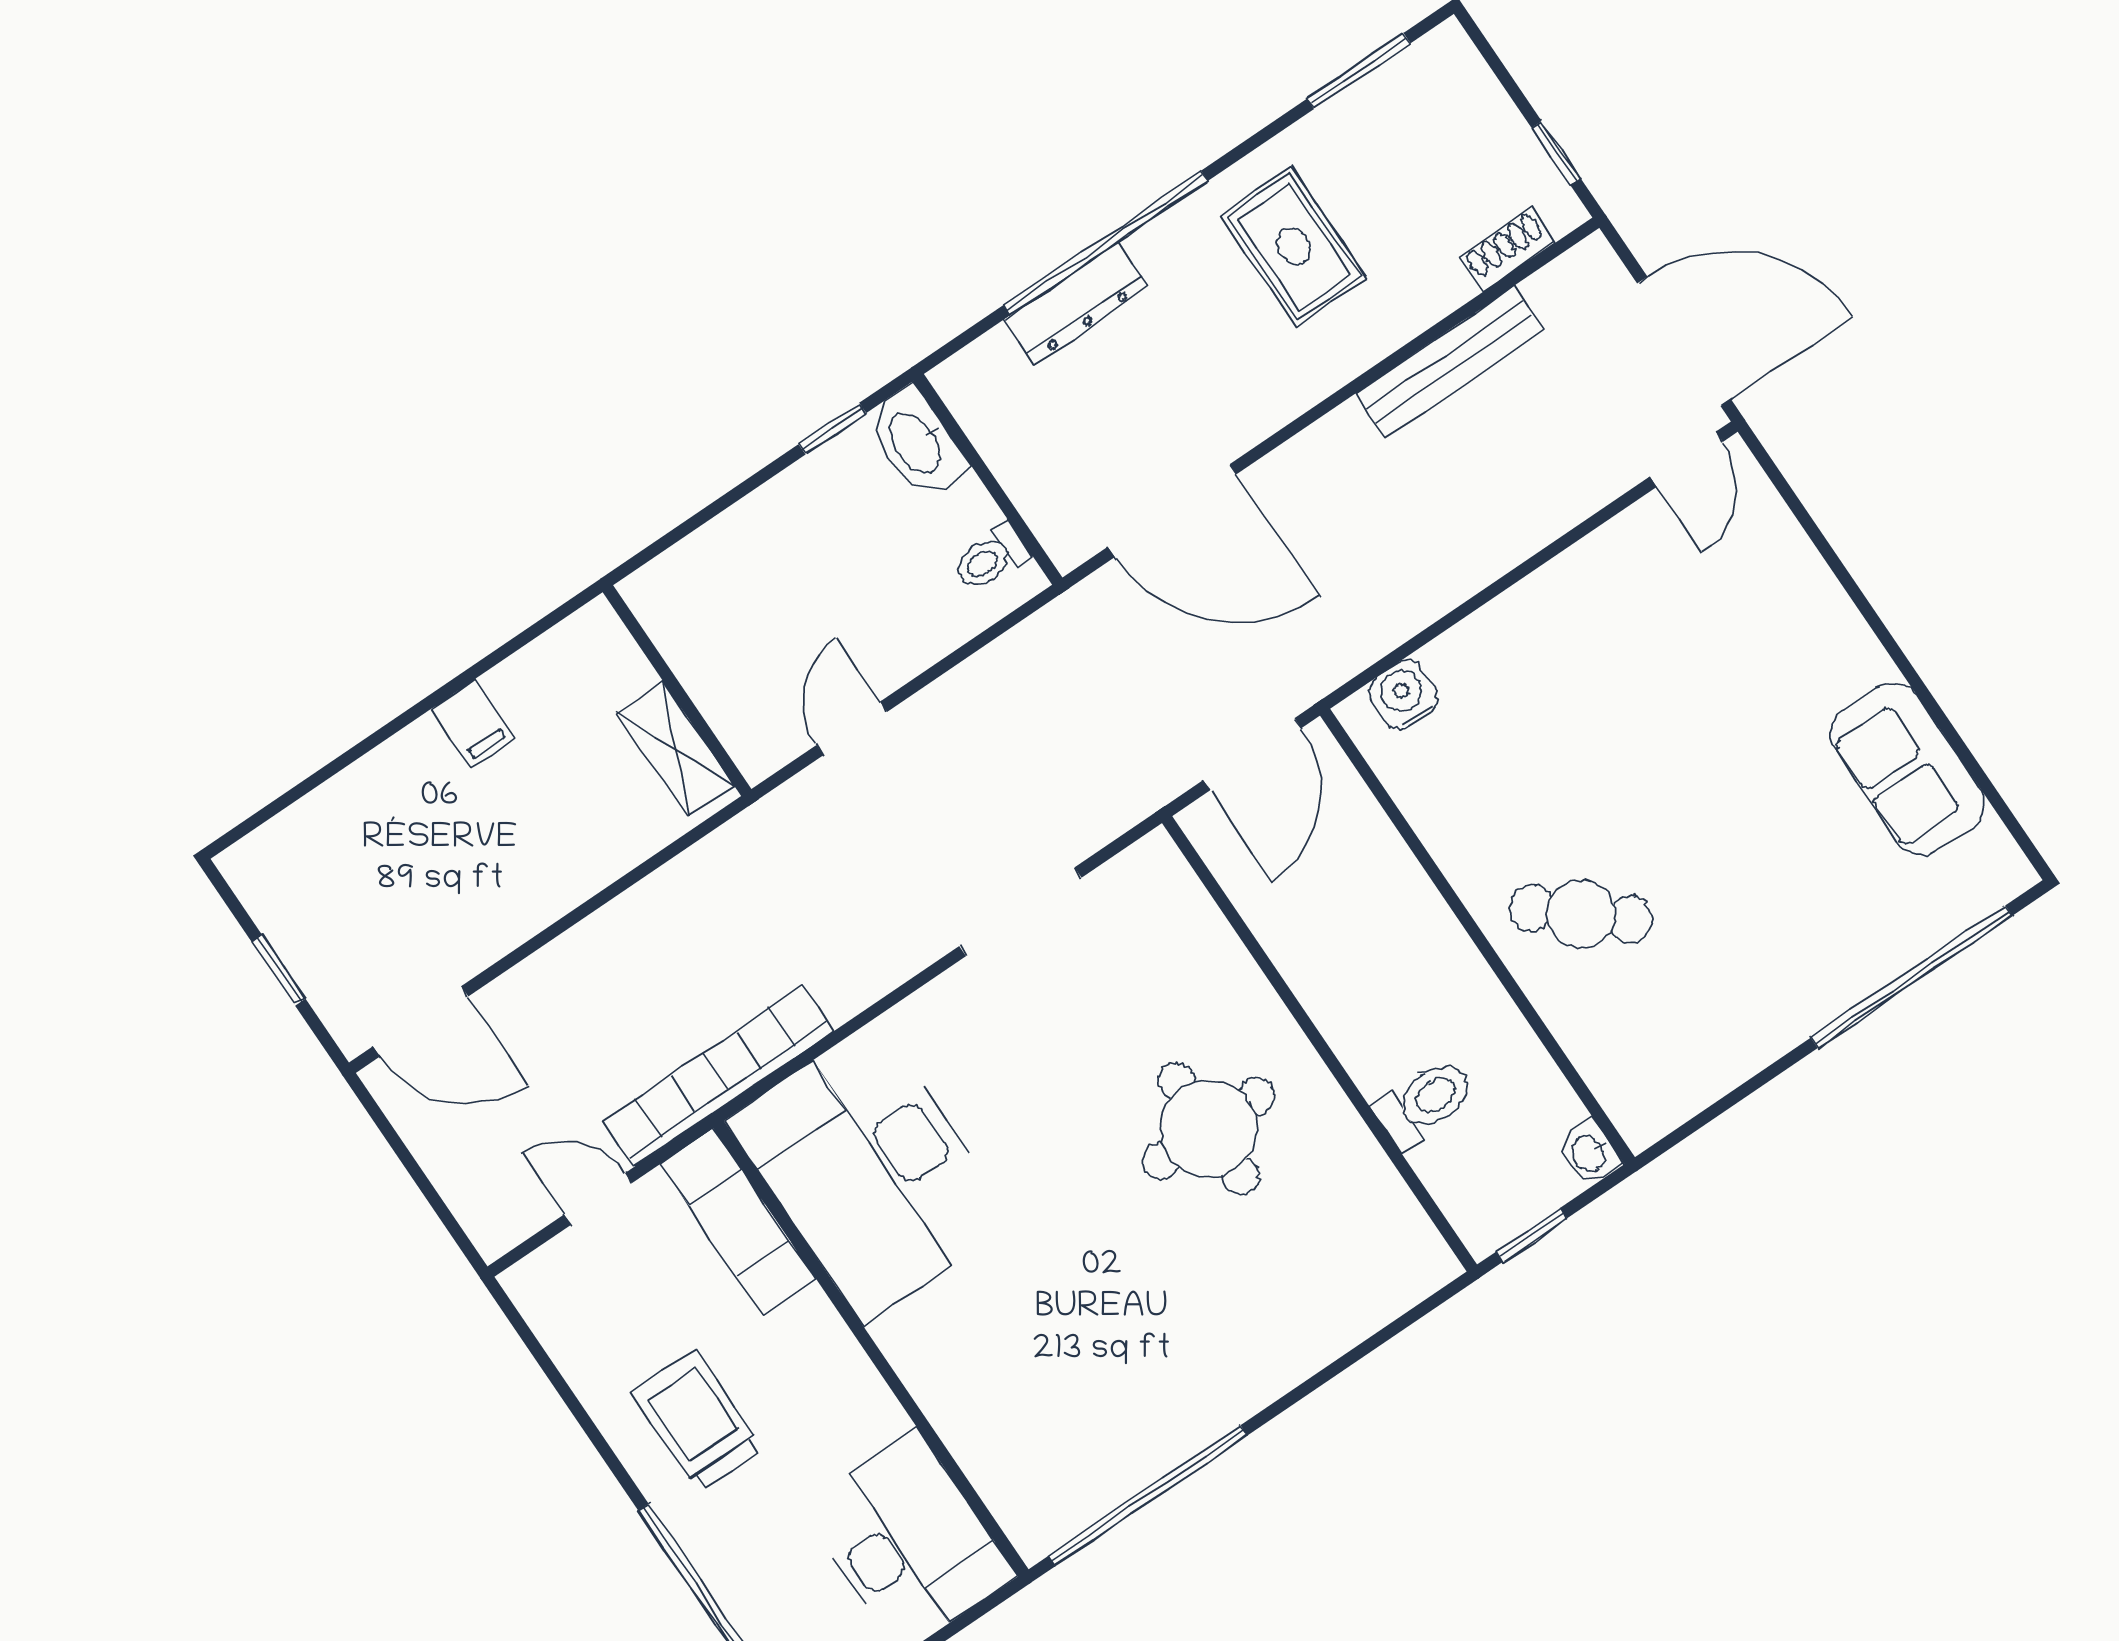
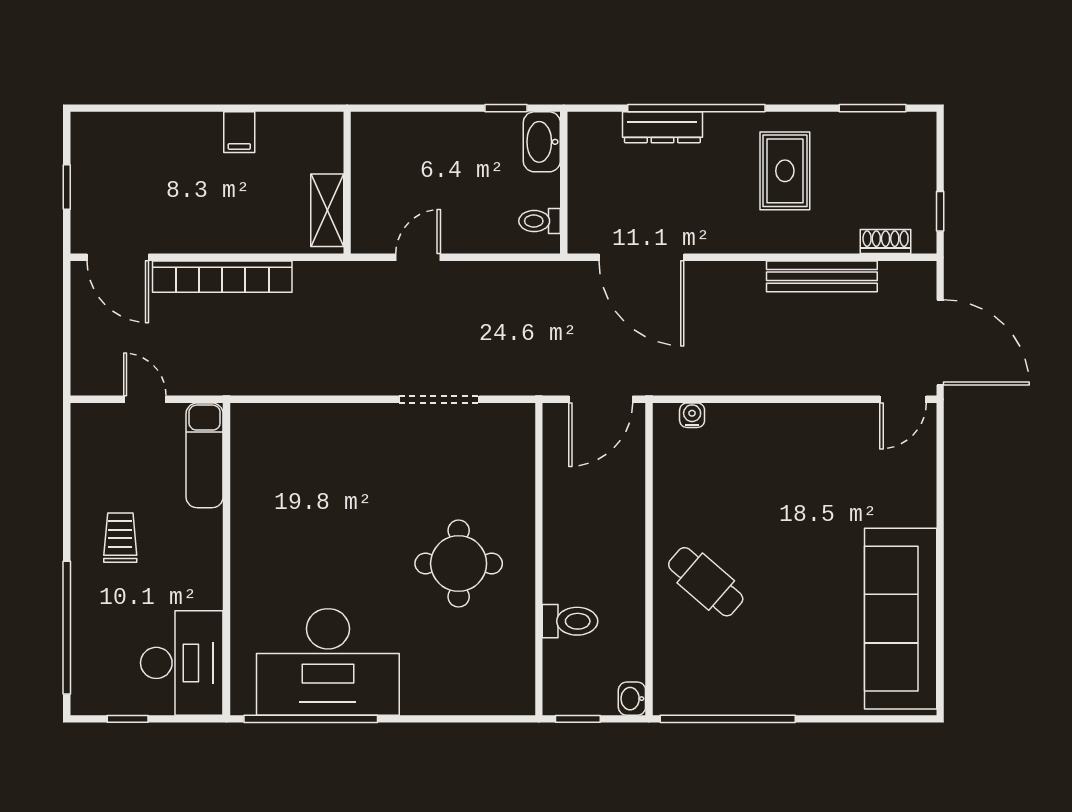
water cooler: (1404, 695) -> (692, 415), width x0.72, depth x0.72
sofa: (1908, 769) -> (901, 619), width x1.85, depth x1.27
window: (1912, 977) -> (728, 719), moved
bookcase: (718, 1076) -> (222, 277), moved, turned 180
desk: (870, 1171) -> (328, 662), moved, turned -90
trolley: (698, 1421) -> (120, 538), width x0.73, depth x0.72

